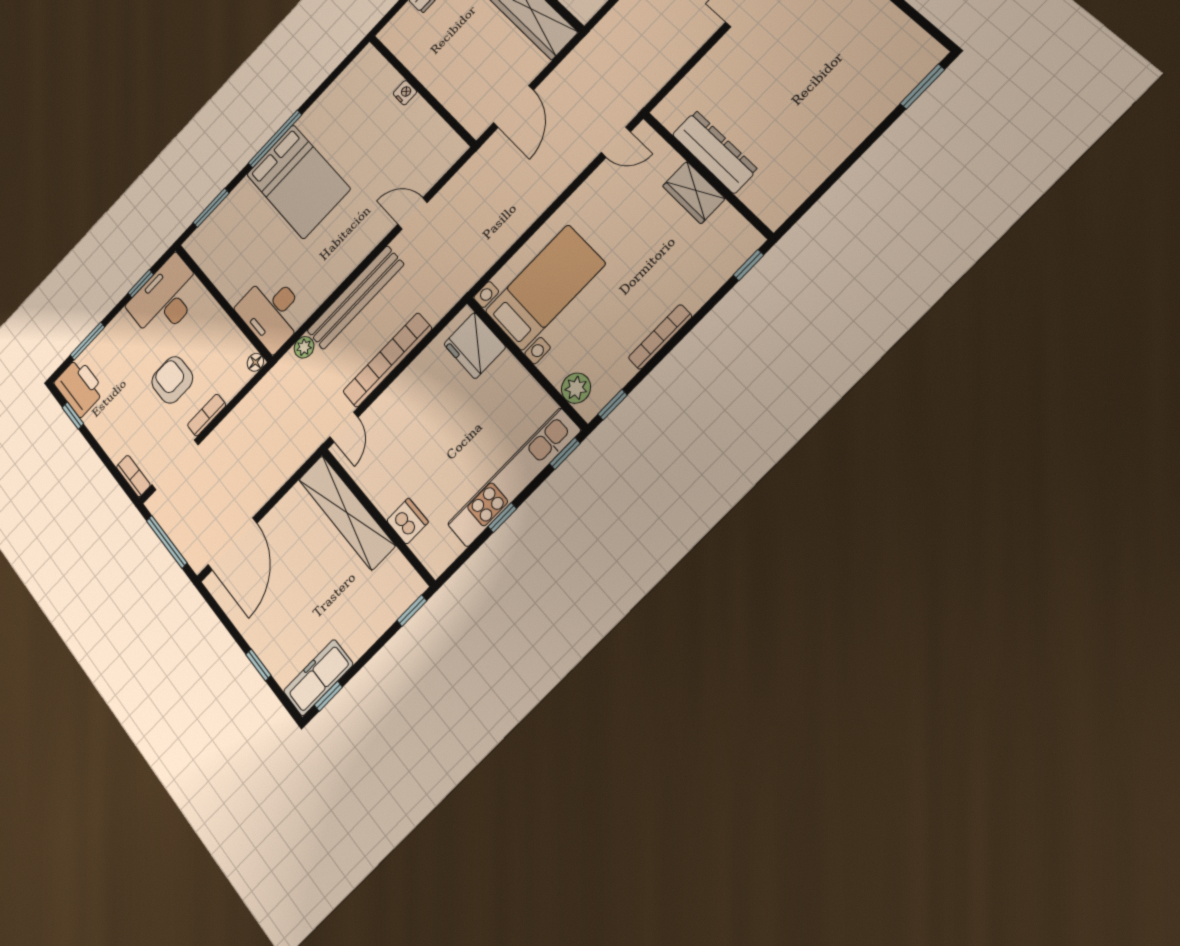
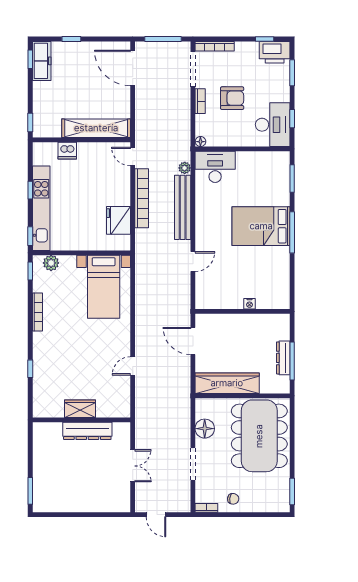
dresser: (715, 152) -> (87, 431), moved
wall: (707, 175) -> (81, 420), moved
wardrobe: (694, 192) -> (80, 409), moved
fridge: (475, 346) -> (118, 220), moved, turned -90
bookcase: (133, 476) -> (215, 46), width x1.56

